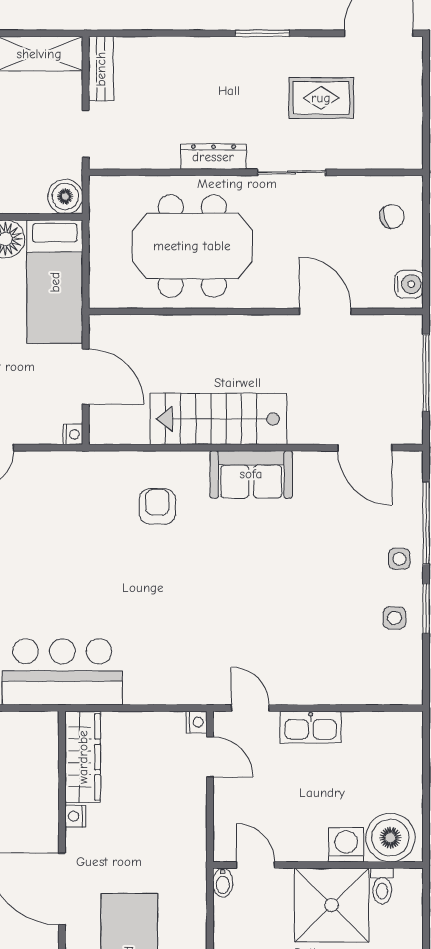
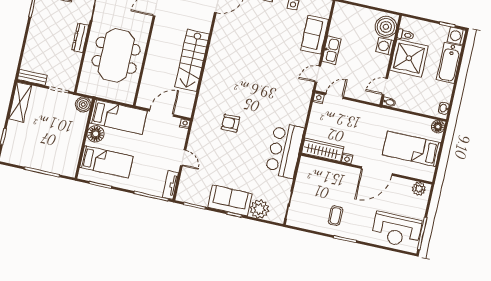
sofa: (251, 474) -> (315, 35), moved, turned 180
armchair: (157, 506) -> (231, 123), moved

